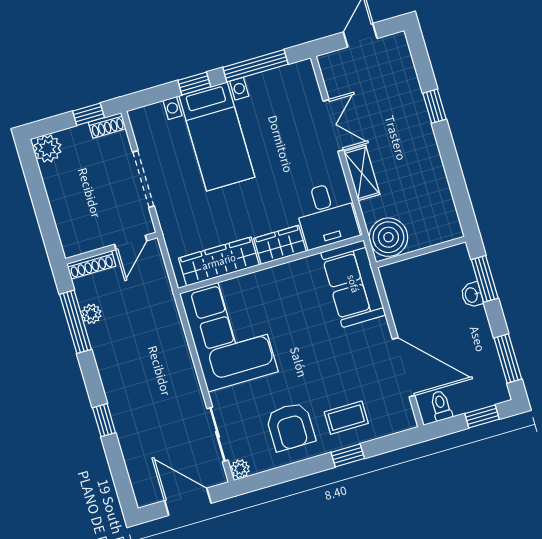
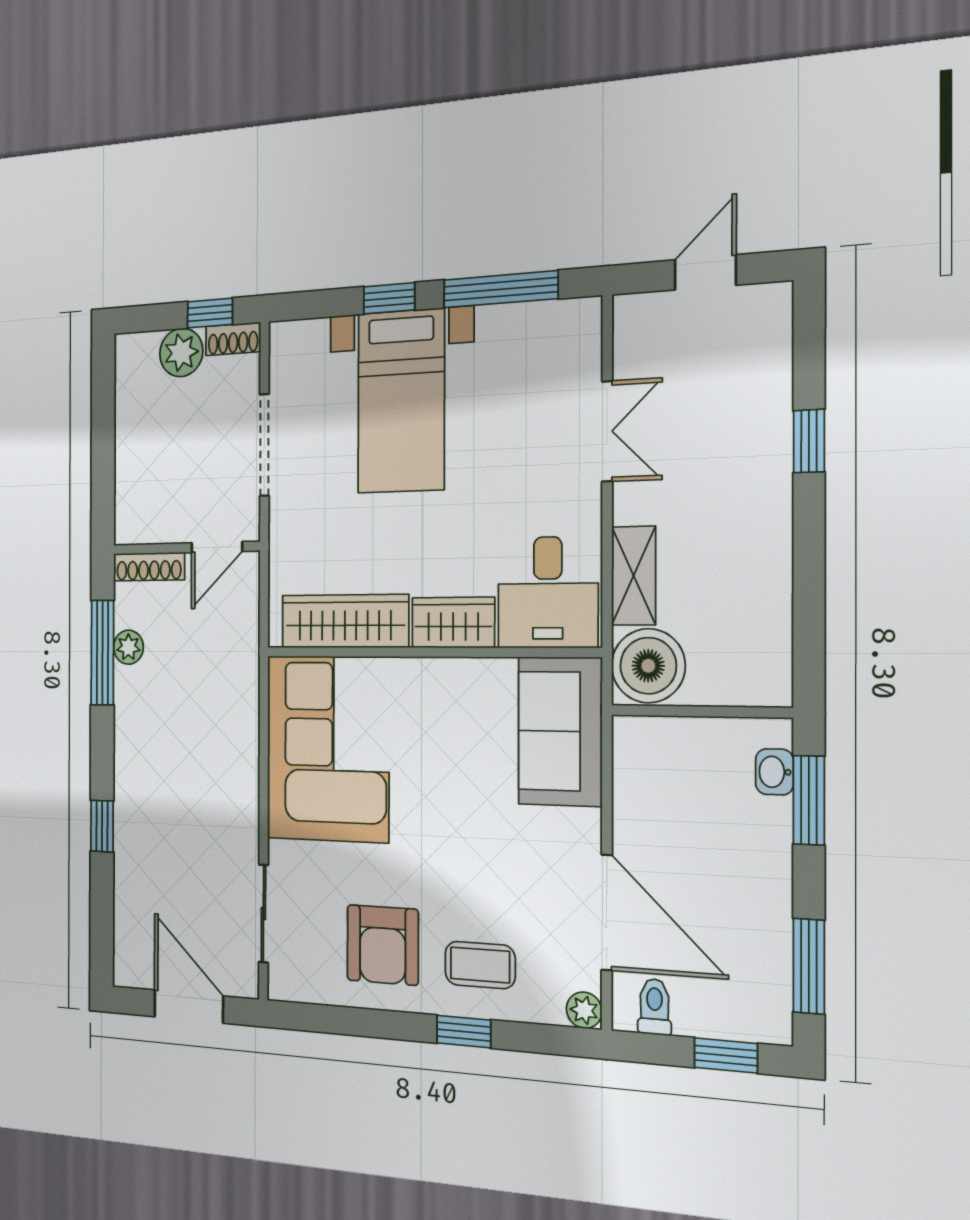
plant: (48, 149) -> (181, 352), moved
shelving: (362, 173) -> (634, 576), moved
washbasin: (472, 295) -> (774, 772), moved
plant: (240, 469) -> (584, 1010), moved

